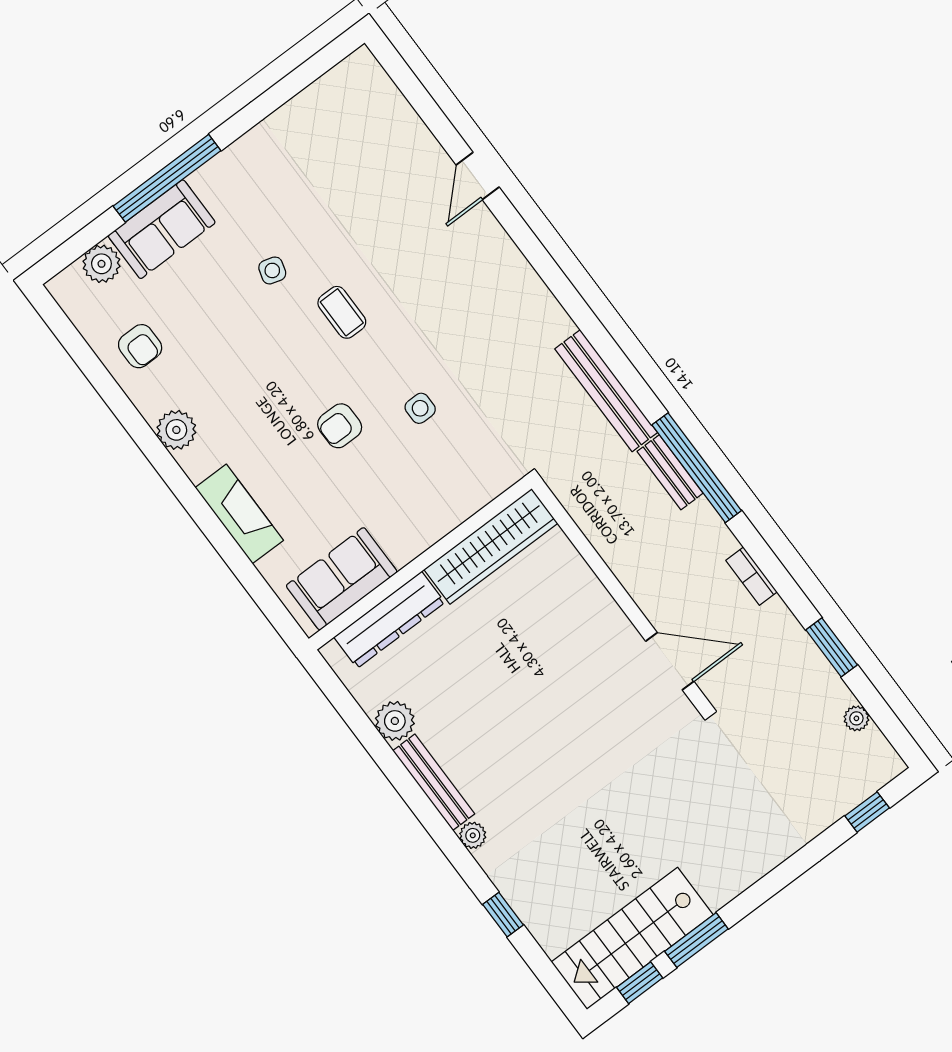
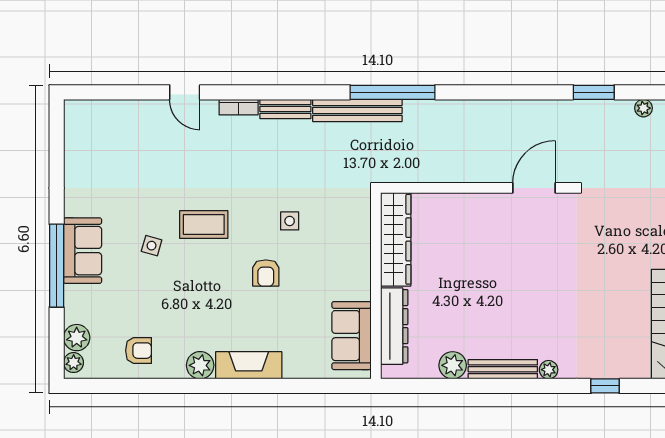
sofa: (162, 229) -> (83, 251), moved
plant: (70, 282) -> (74, 363), added
coffee table: (342, 312) -> (204, 224), width x1.36, depth x1.30
window: (697, 468) -> (392, 92), moved
bench: (670, 472) -> (285, 109), moved
fireplace: (239, 514) -> (249, 365), moved
bookcase: (751, 576) -> (239, 107), moved

